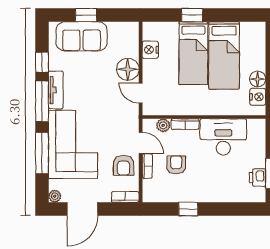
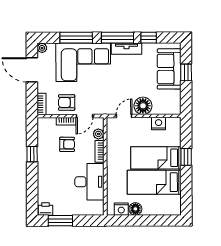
printer: (257, 178) -> (46, 209), moved

